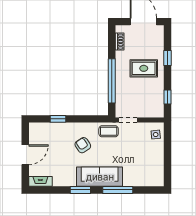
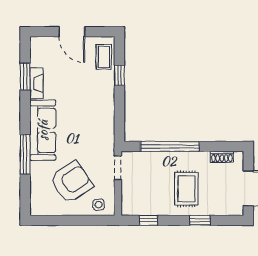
coffee table: (109, 131) -> (104, 57), moved
armchair: (83, 145) -> (71, 182), moved, width x1.88, depth x1.88
fireplace: (40, 181) -> (36, 83), moved
window: (80, 190) -> (25, 77), moved

